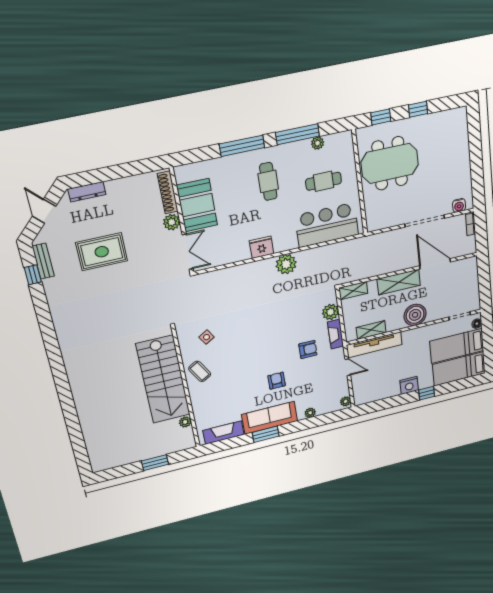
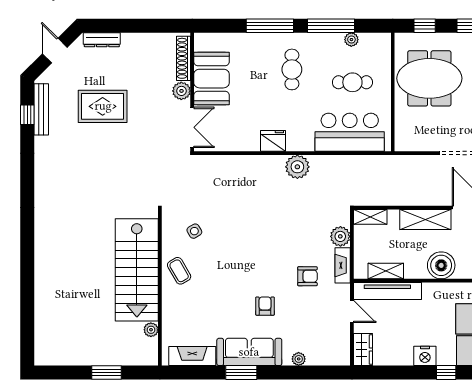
bench: (43, 261) -> (41, 109), width x1.36
wardrobe: (360, 393) -> (363, 350), added
plant: (346, 401) -> (344, 356), removed

